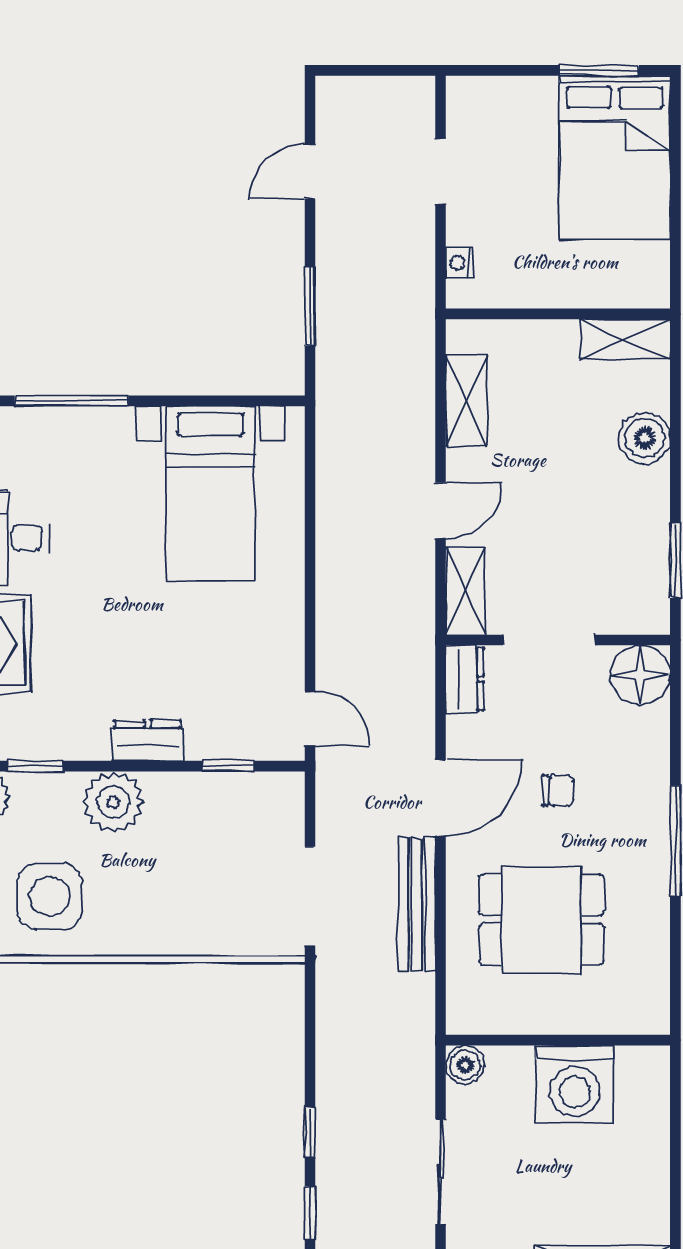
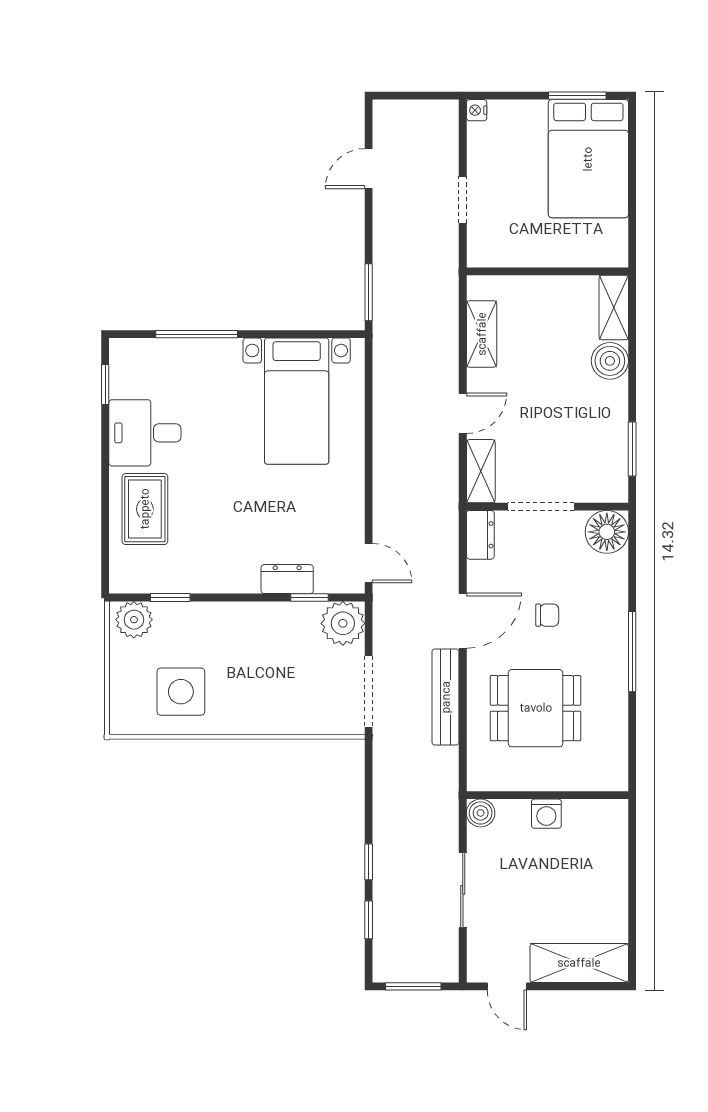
doorway: (441, 171) -> (463, 200), moved
nightstand: (460, 263) -> (477, 110), moved
window: (310, 306) -> (369, 292), moved
shelving: (625, 339) -> (614, 308), moved, turned 90
dresser: (148, 741) -> (287, 579), moved
plant: (113, 802) -> (343, 623), moved
washing machine: (575, 1084) -> (546, 814), width x0.53, depth x0.53

